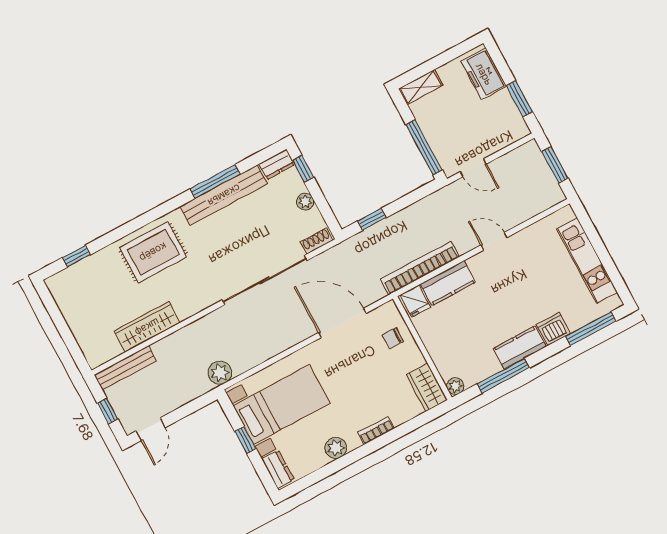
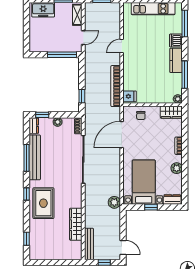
shelving: (421, 87) -> (77, 15), moved
window: (153, 215) -> (26, 194), added
kitchen counter: (448, 283) -> (129, 77), removed

